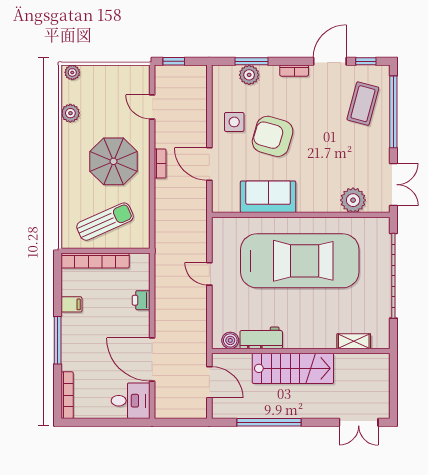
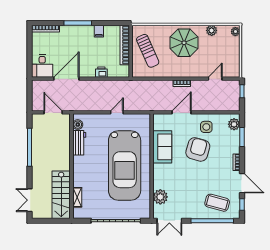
plant: (249, 75) -> (234, 124), moved
parasol: (113, 161) -> (184, 43), moved
stairs: (293, 368) -> (61, 195), moved
door: (209, 382) -> (53, 112), swing flipped

